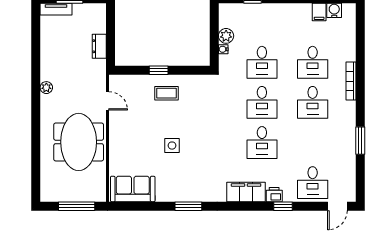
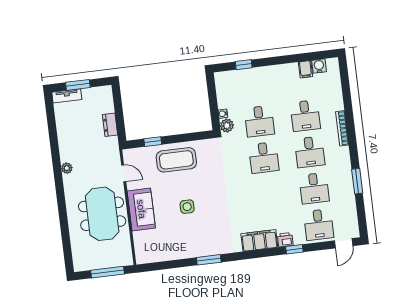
plant: (226, 36) -> (227, 126), moved
window: (159, 70) -> (153, 142), moved
coffee table: (166, 93) -> (176, 160), width x1.86, depth x1.72
desk: (262, 143) -> (314, 188), moved
sofa: (133, 189) -> (141, 209), moved, turned 90

